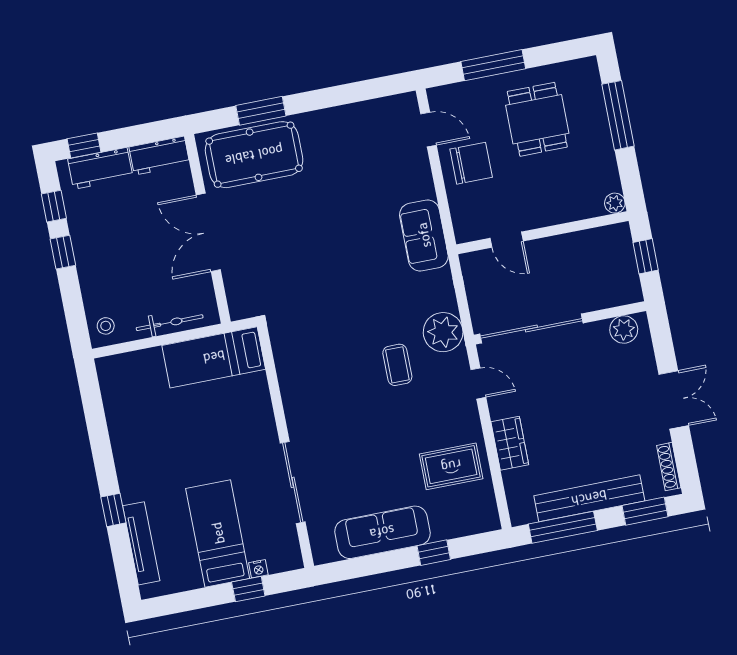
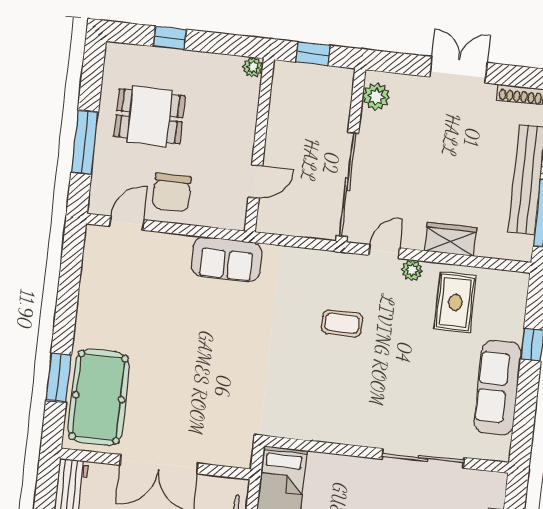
window: (618, 115) -> (170, 38), width x0.46
chair: (471, 163) -> (172, 192), turned 180
plant: (443, 332) -> (412, 270), moved, width x0.53, depth x0.53

